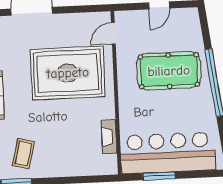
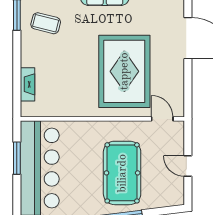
fireplace: (109, 137) -> (28, 84), moved, turned 90

